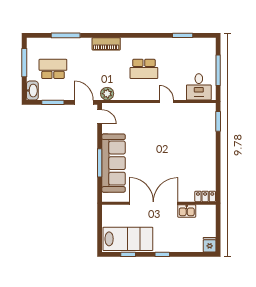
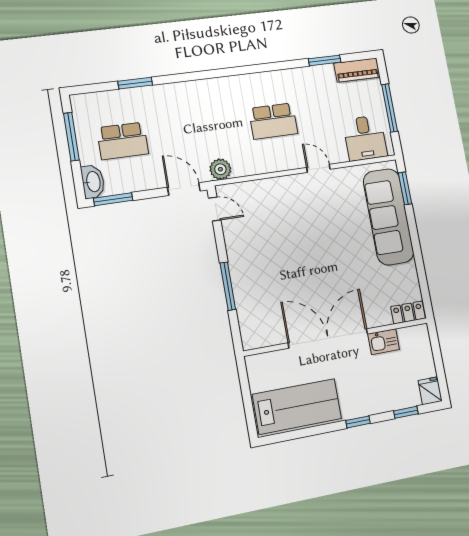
window: (66, 35) -> (135, 83), width x0.69
piano: (106, 44) -> (357, 70), moved
school desk: (53, 69) -> (123, 141), turned 180
window: (53, 102) -> (113, 199), moved
sofa: (114, 163) -> (388, 217), moved, turned 180
window: (128, 254) -> (406, 412), moved

